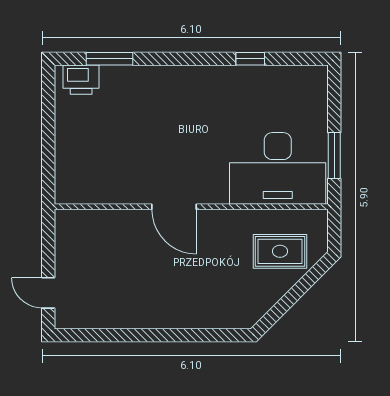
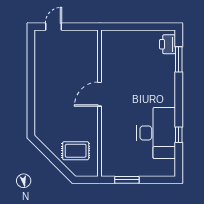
desk: (278, 168) -> (156, 133), moved, turned 180
rug: (280, 251) -> (76, 151), turned 90

